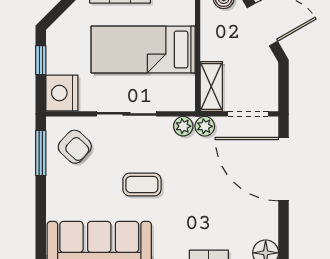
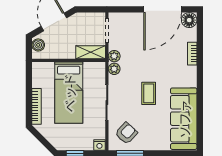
nightstand: (62, 93) -> (99, 145), width x0.53, depth x0.56
door: (284, 169) -> (163, 9), moved

